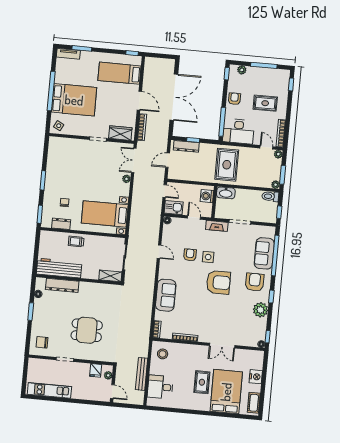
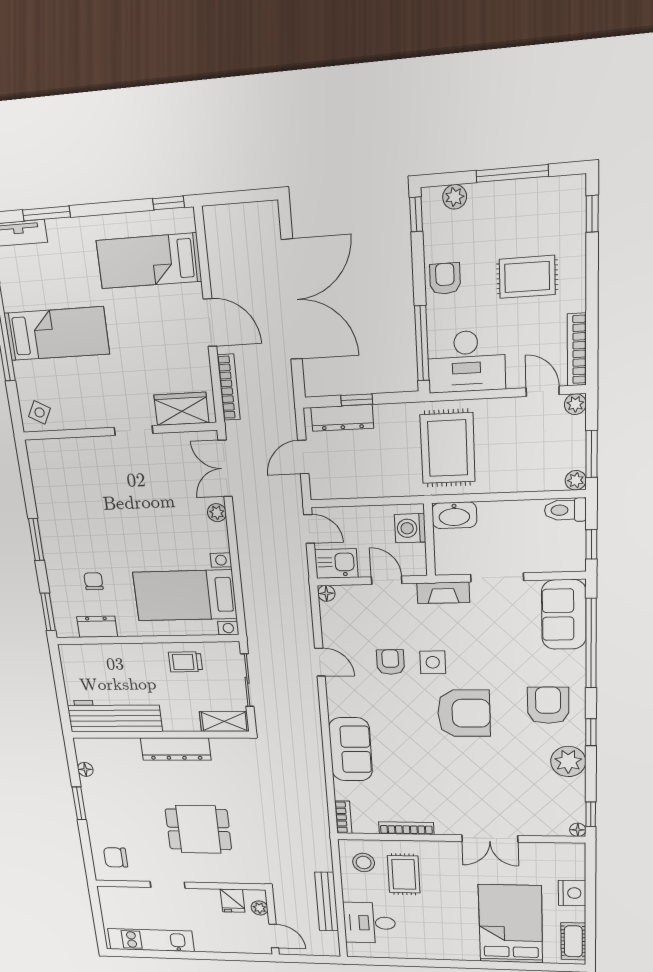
bed: (74, 100) -> (57, 334), width x0.67
trolley: (76, 241) -> (185, 662), moved
sofa: (264, 253) -> (564, 615), moved
dresser: (62, 285) -> (176, 749), moved
rug: (202, 382) -> (404, 874), moved

